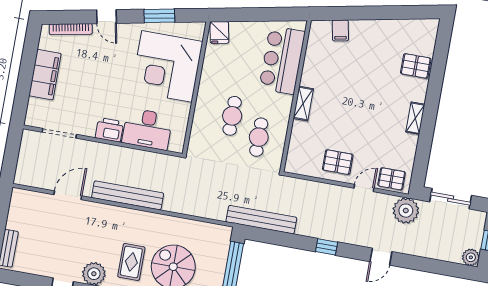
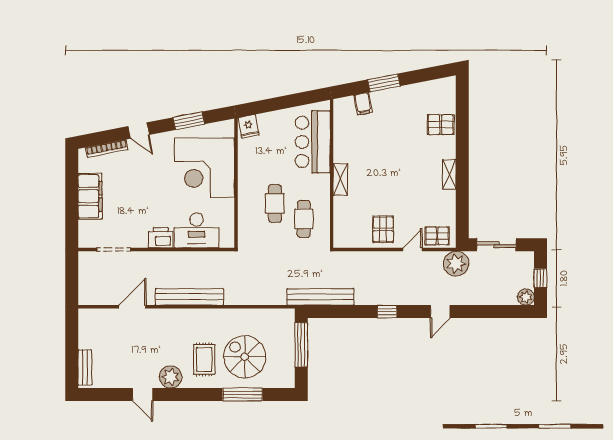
window: (365, 13) -> (384, 83), added
pallet: (338, 162) -> (383, 229), turned 90

